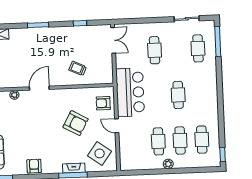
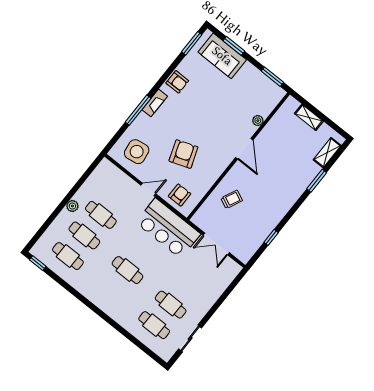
window: (38, 25) -> (317, 181), moved
double door: (113, 40) -> (216, 244), moved
window: (218, 41) -> (145, 349), removed
cafe table: (155, 50) -> (171, 305), moved
armchair: (76, 123) -> (183, 154), turned 131
side table: (100, 153) -> (137, 152), turned 45
fireplace: (74, 168) -> (155, 103), moved

